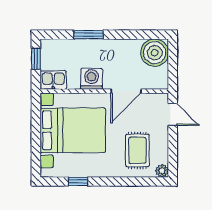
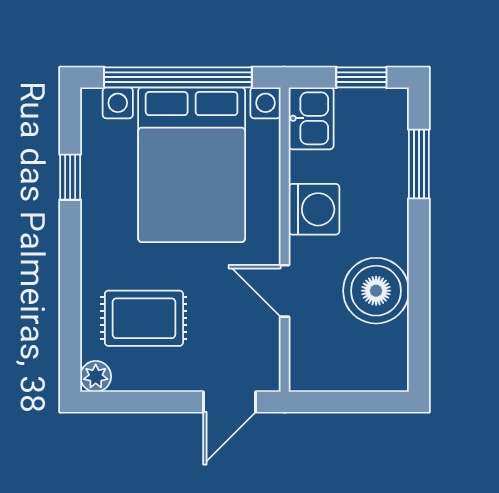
window: (89, 35) -> (419, 164), moved
boiler: (155, 53) -> (376, 291), moved
door: (126, 91) -> (285, 291), width x0.73
window: (36, 136) -> (178, 77), added

